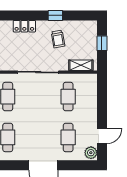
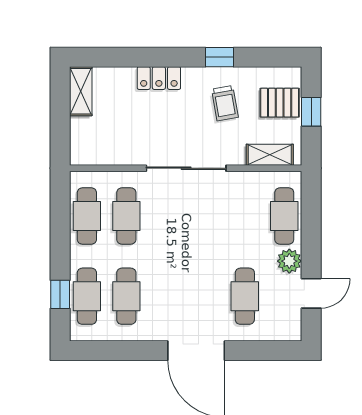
pallet: (86, 39) -> (280, 103), added
cafe table: (68, 97) -> (284, 216), moved
plant: (91, 153) -> (289, 261), moved

